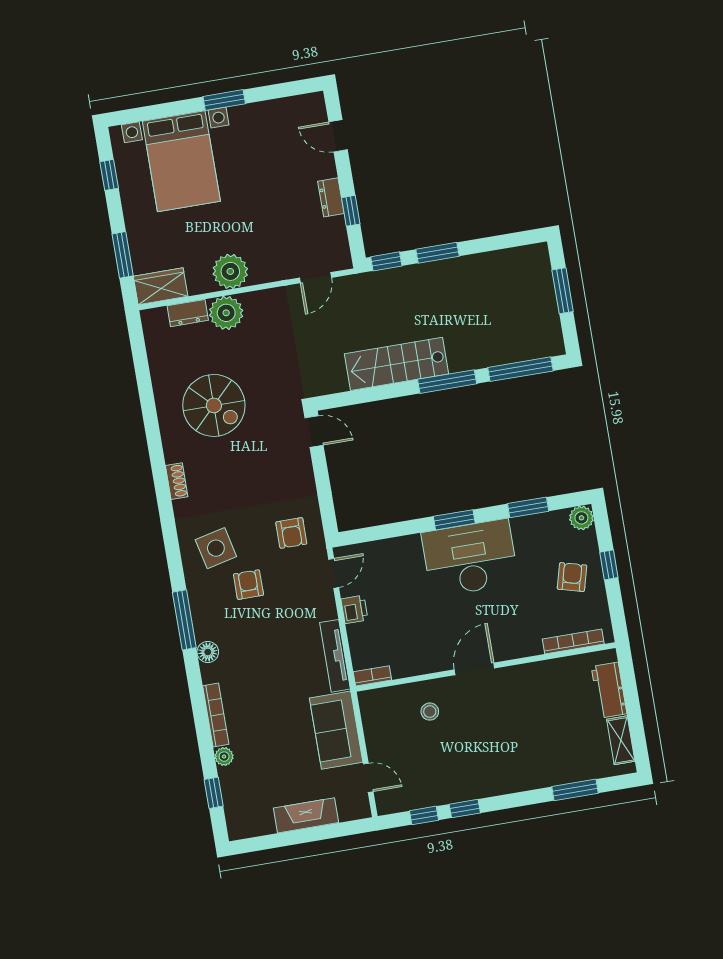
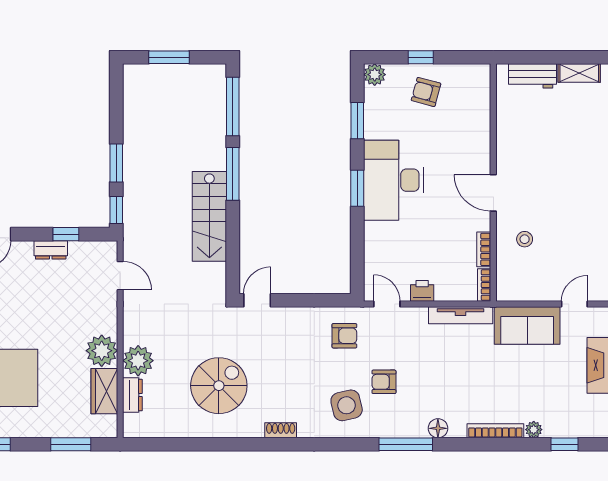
wardrobe: (161, 286) -> (104, 391), moved
bookcase: (573, 641) -> (484, 249), moved, width x0.64

